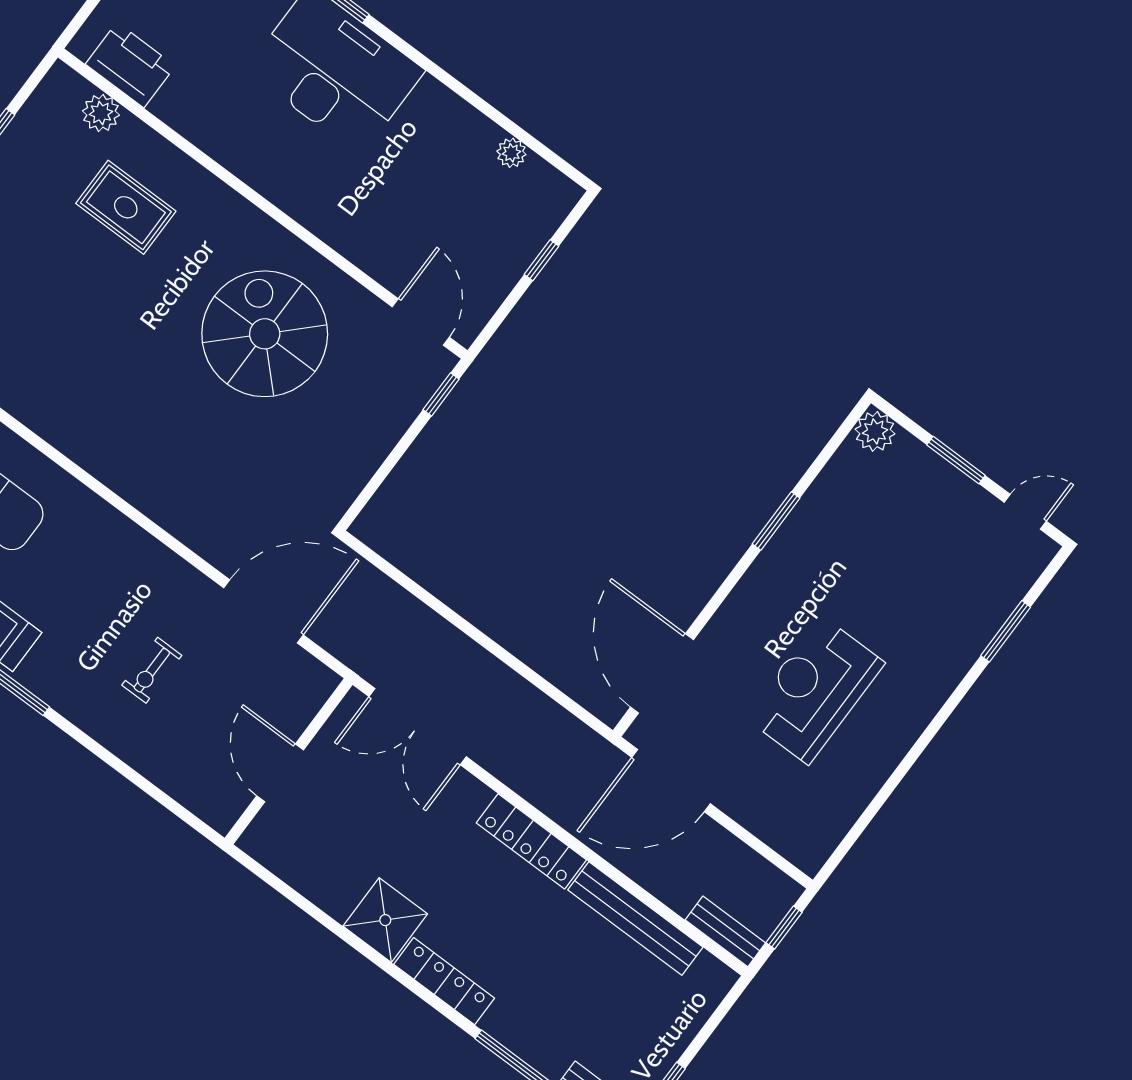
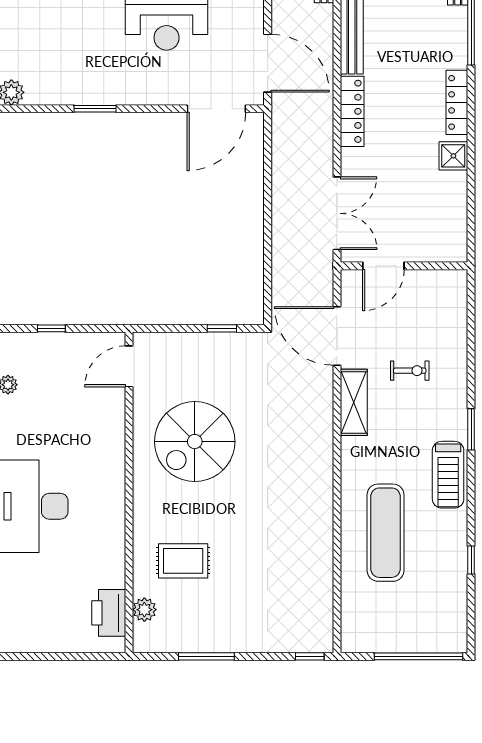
rug: (126, 207) -> (183, 561), turned 90
window: (441, 394) -> (222, 328), moved
shelving: (165, 570) -> (354, 402), added
door: (280, 773) -> (383, 266), moved
shower: (385, 920) -> (453, 156), width x0.73, depth x0.73

